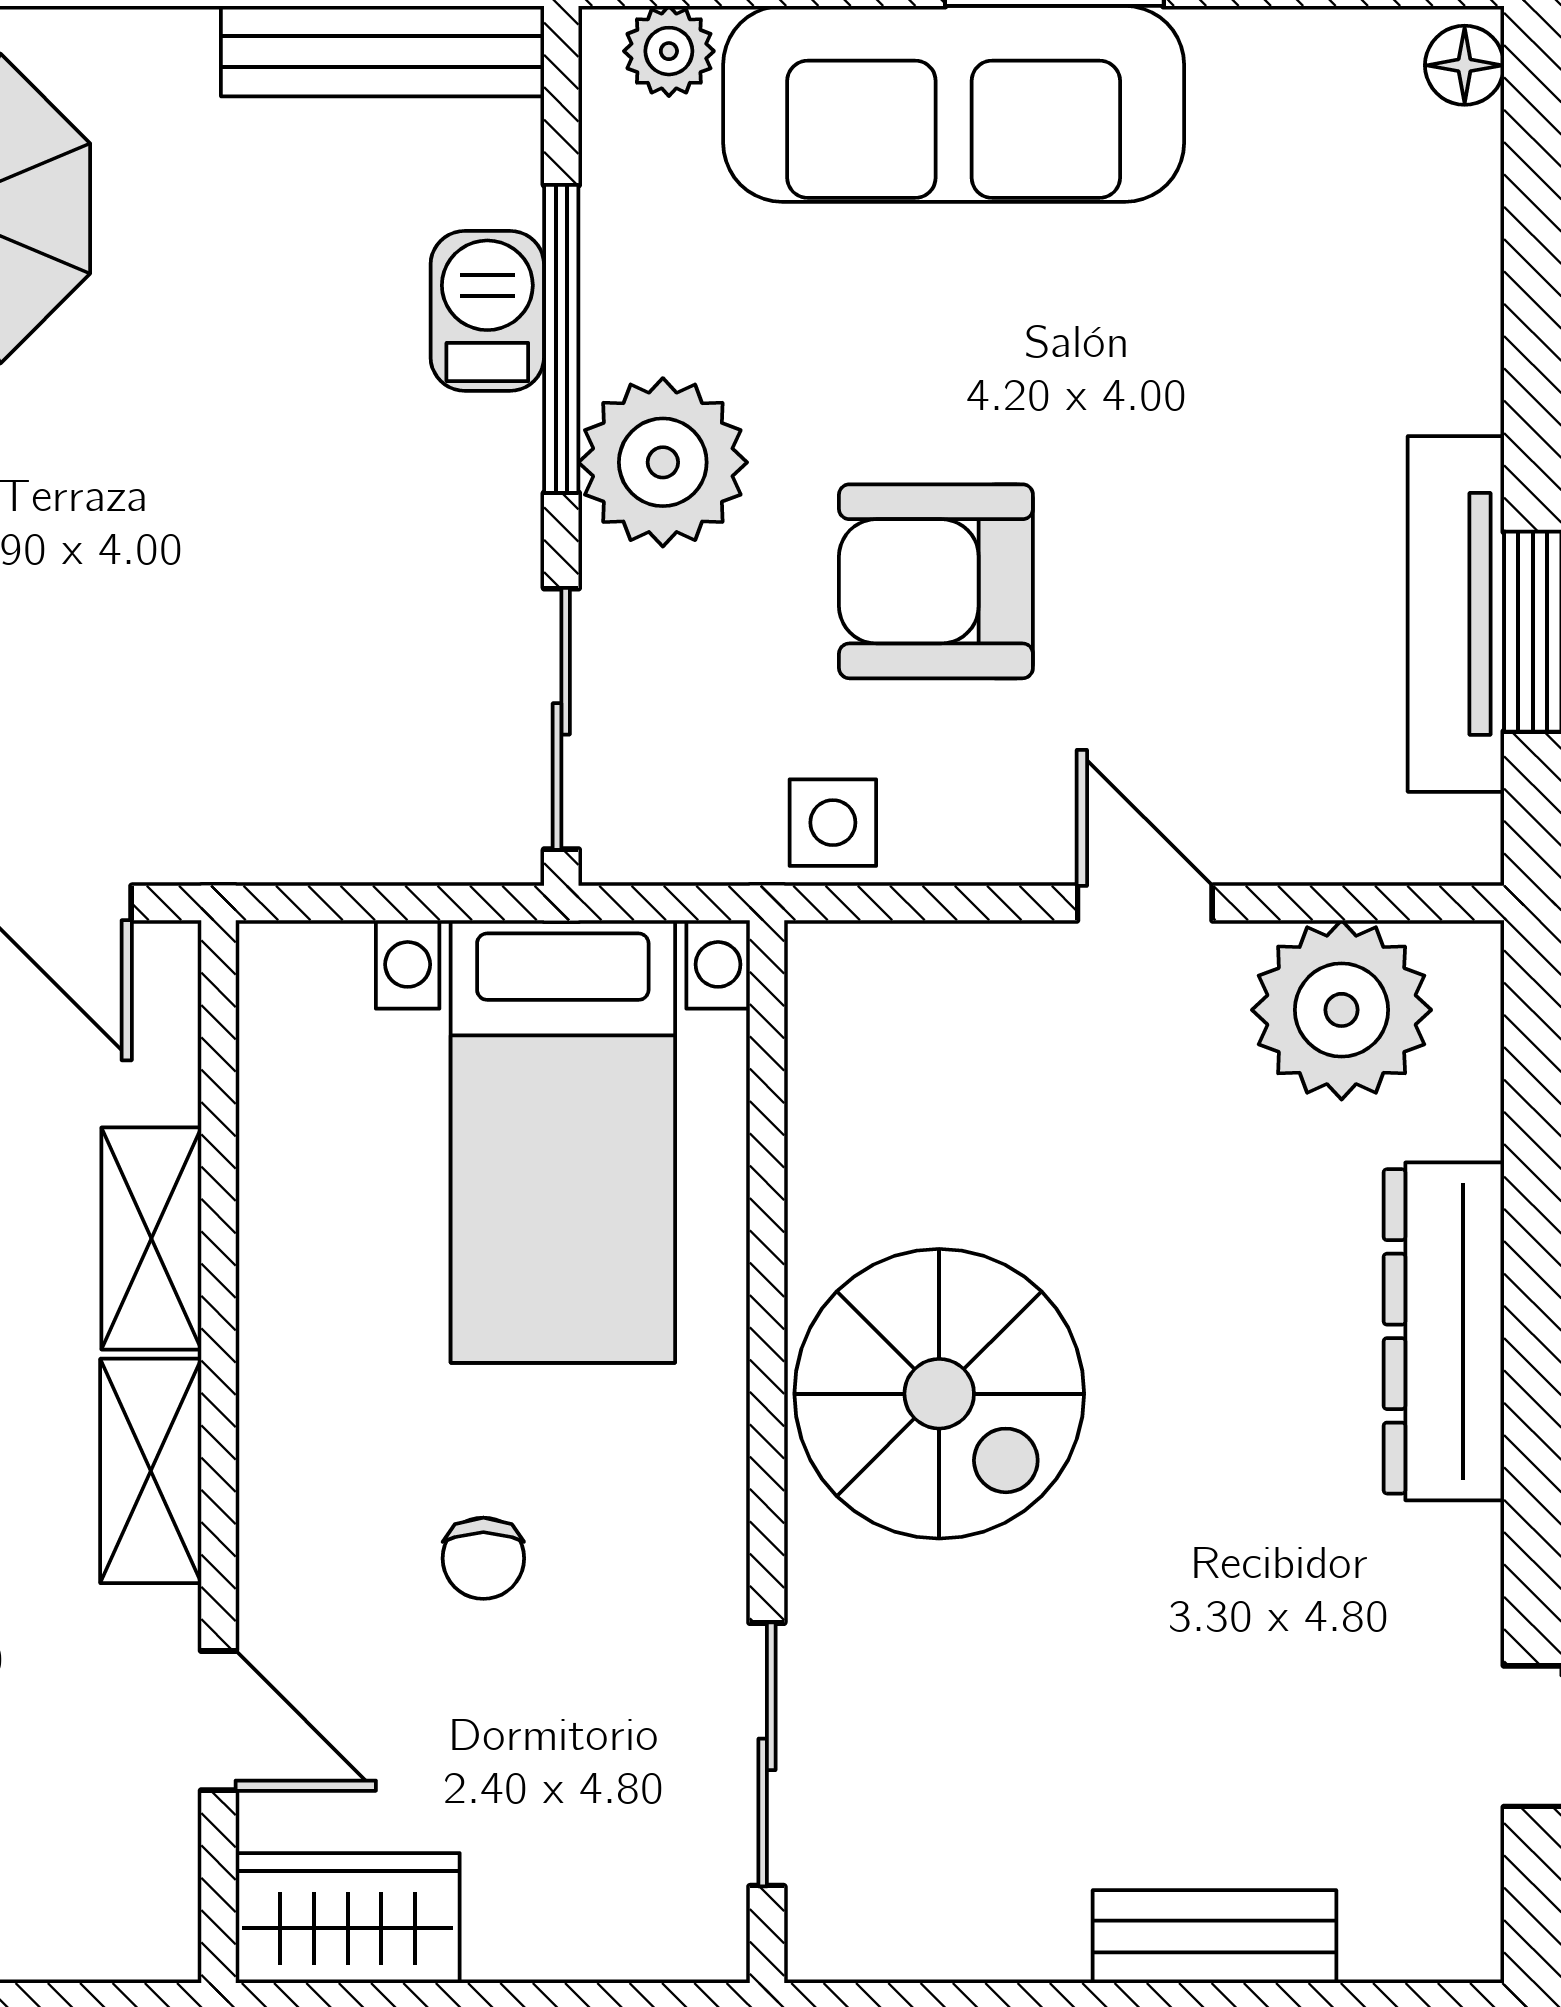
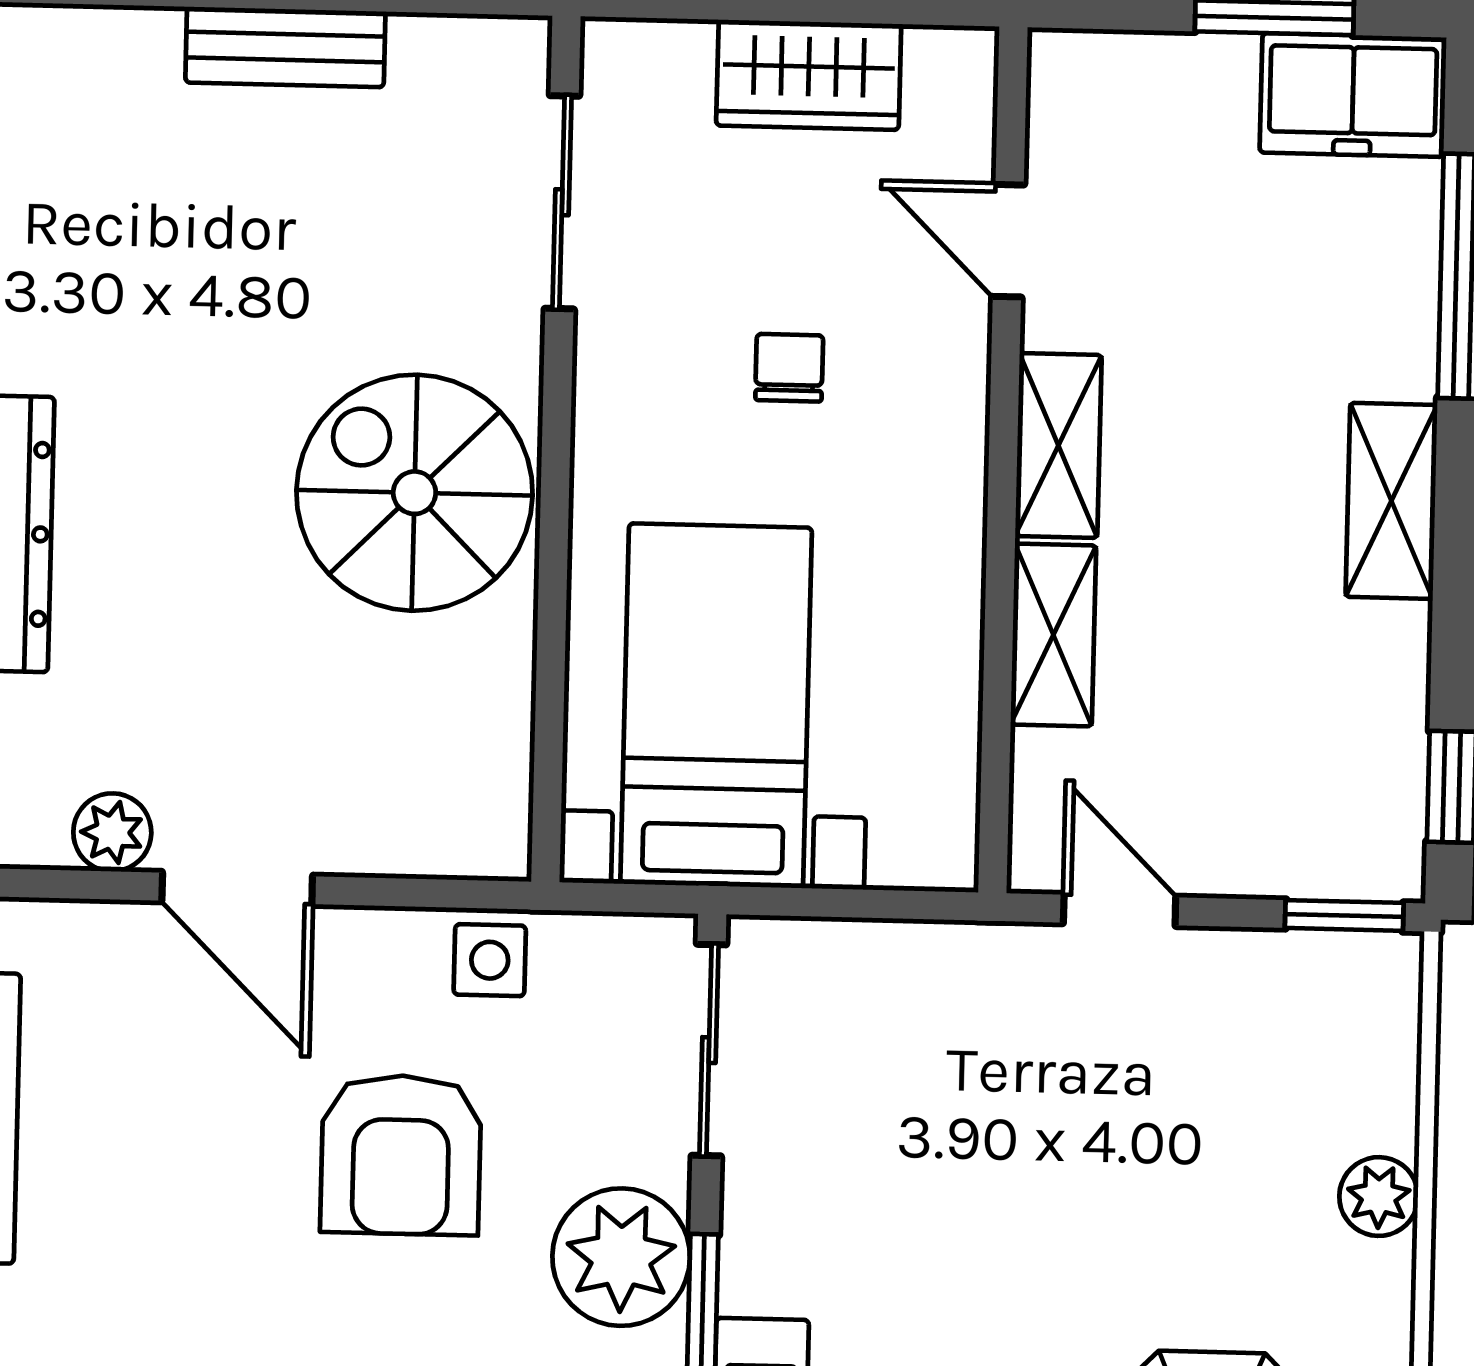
armchair: (936, 581) -> (401, 1155), turned 90
door: (1145, 903) -> (237, 888), width x1.38
plant: (1342, 1010) -> (112, 832), width x0.53, depth x0.53
wardrobe: (348, 1918) -> (809, 75), moved
bench: (1215, 1937) -> (285, 47), moved

